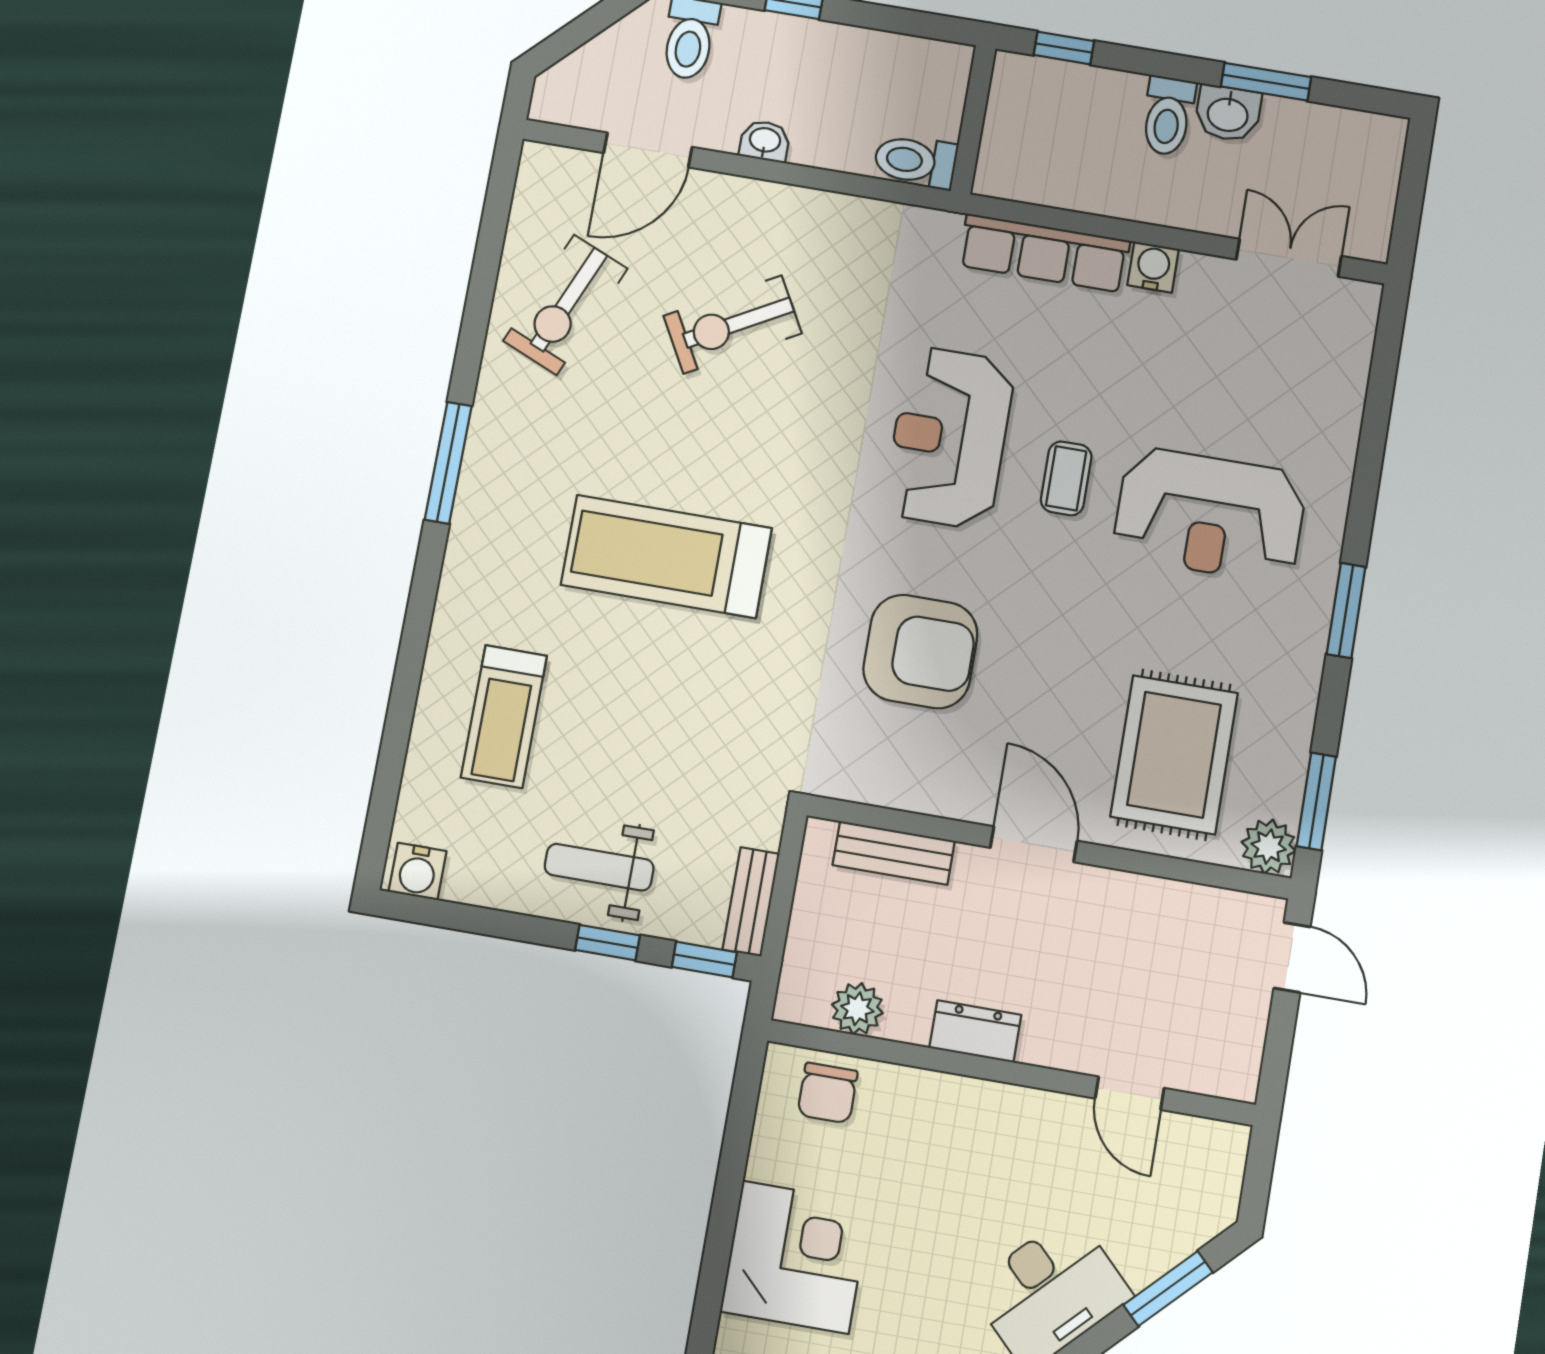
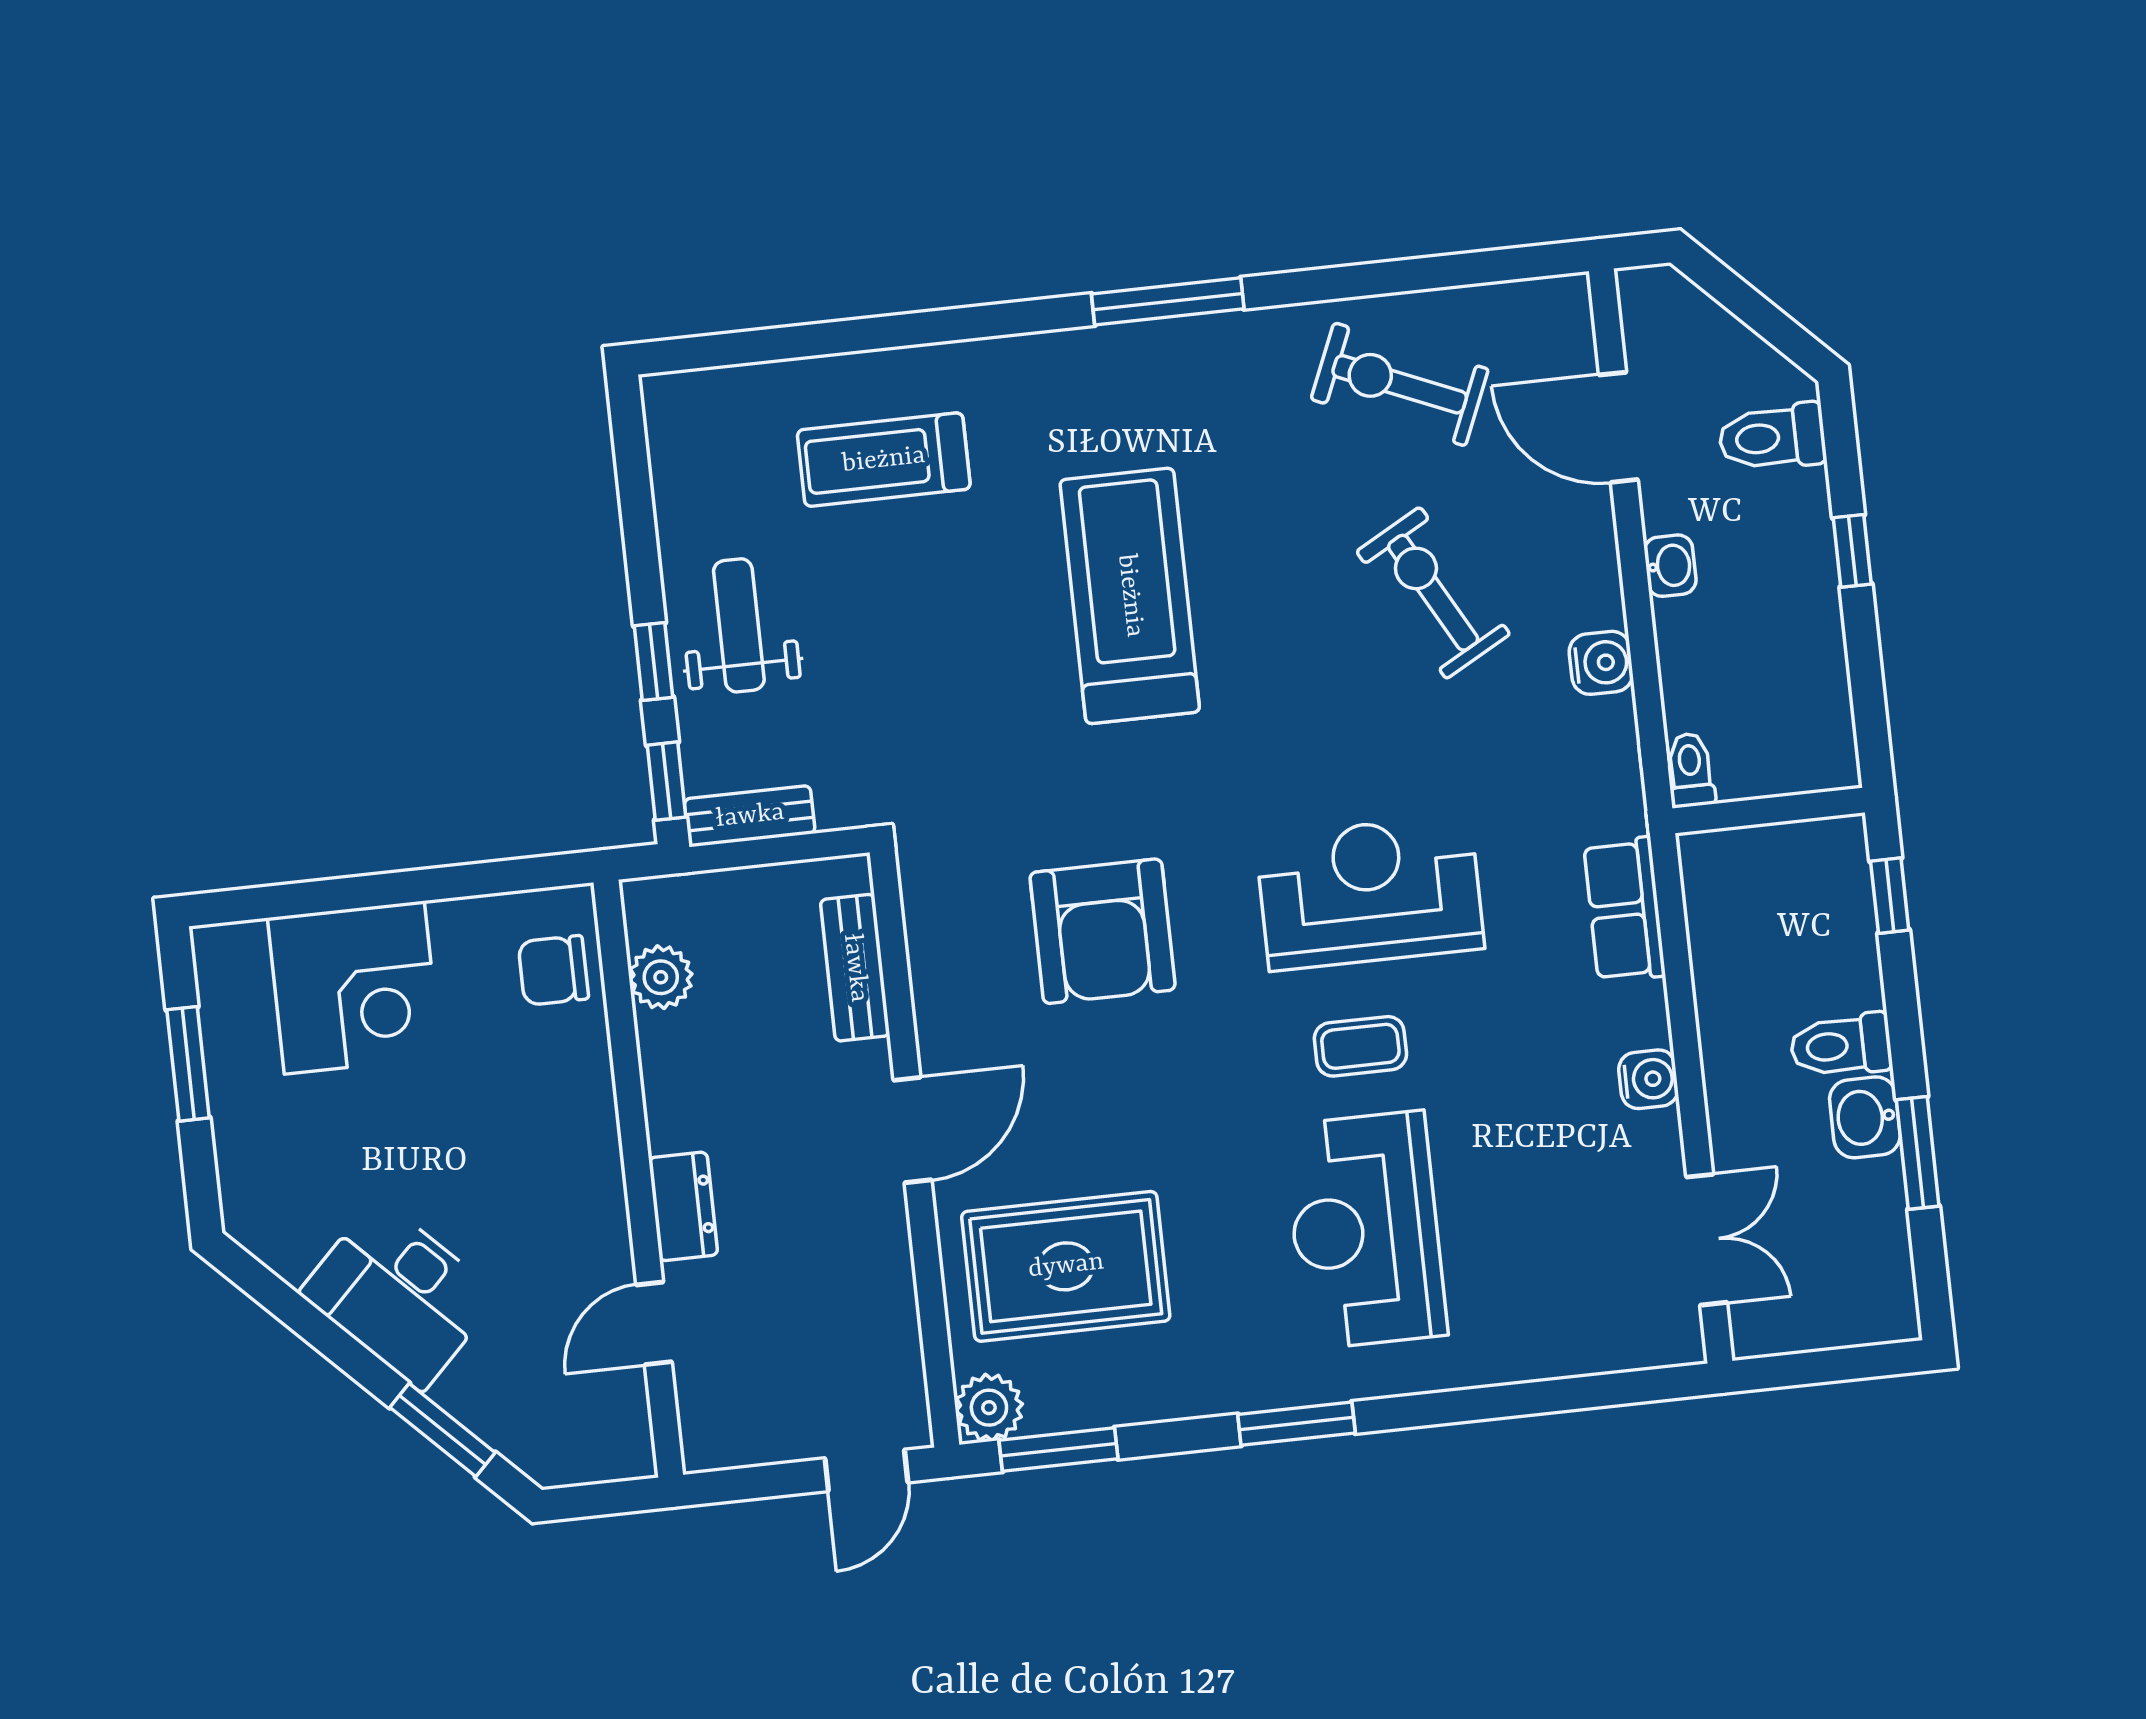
toilet: (915, 161) -> (1690, 770), width x0.73, depth x0.72
row of seats: (1044, 253) -> (1624, 910), width x0.68
water cooler: (418, 871) -> (1601, 663), moved, turned 180
dresser: (975, 1031) -> (683, 1206), moved

